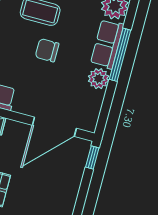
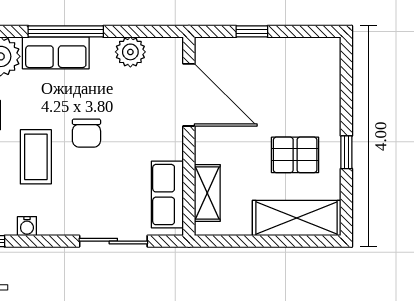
plant: (99, 79) -> (130, 52), moved
window: (92, 158) -> (252, 31), moved

